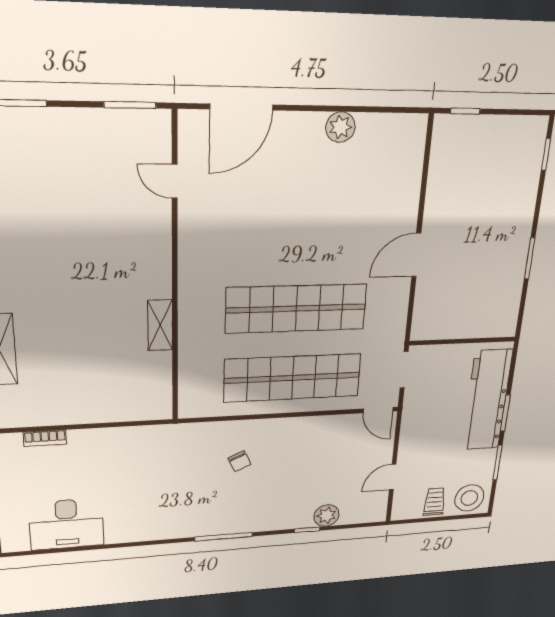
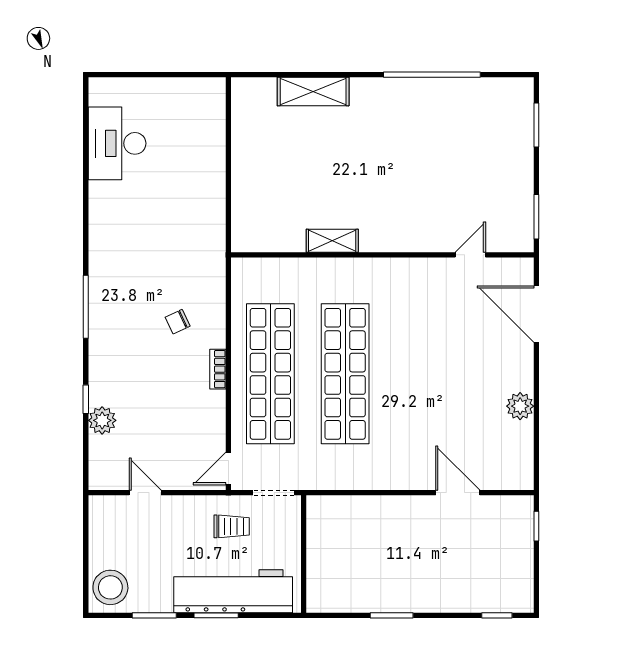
door: (416, 255) -> (458, 493), moved
bookcase: (45, 438) -> (218, 369), moved
trolley: (435, 502) -> (232, 526), moved

